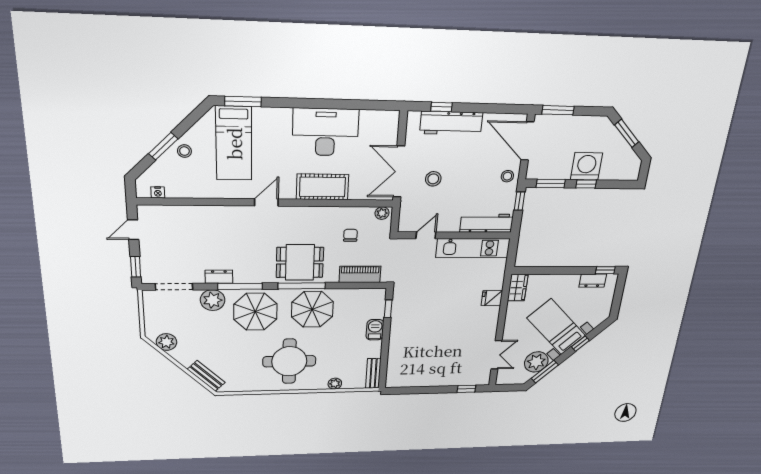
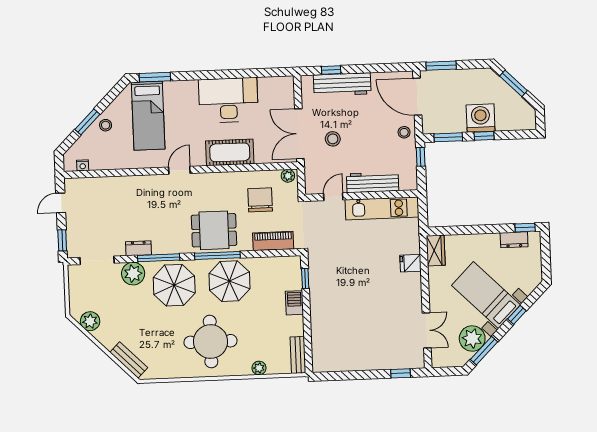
workbench: (487, 223) -> (373, 182), moved
chair: (350, 235) -> (260, 200), width x1.87, depth x1.87

